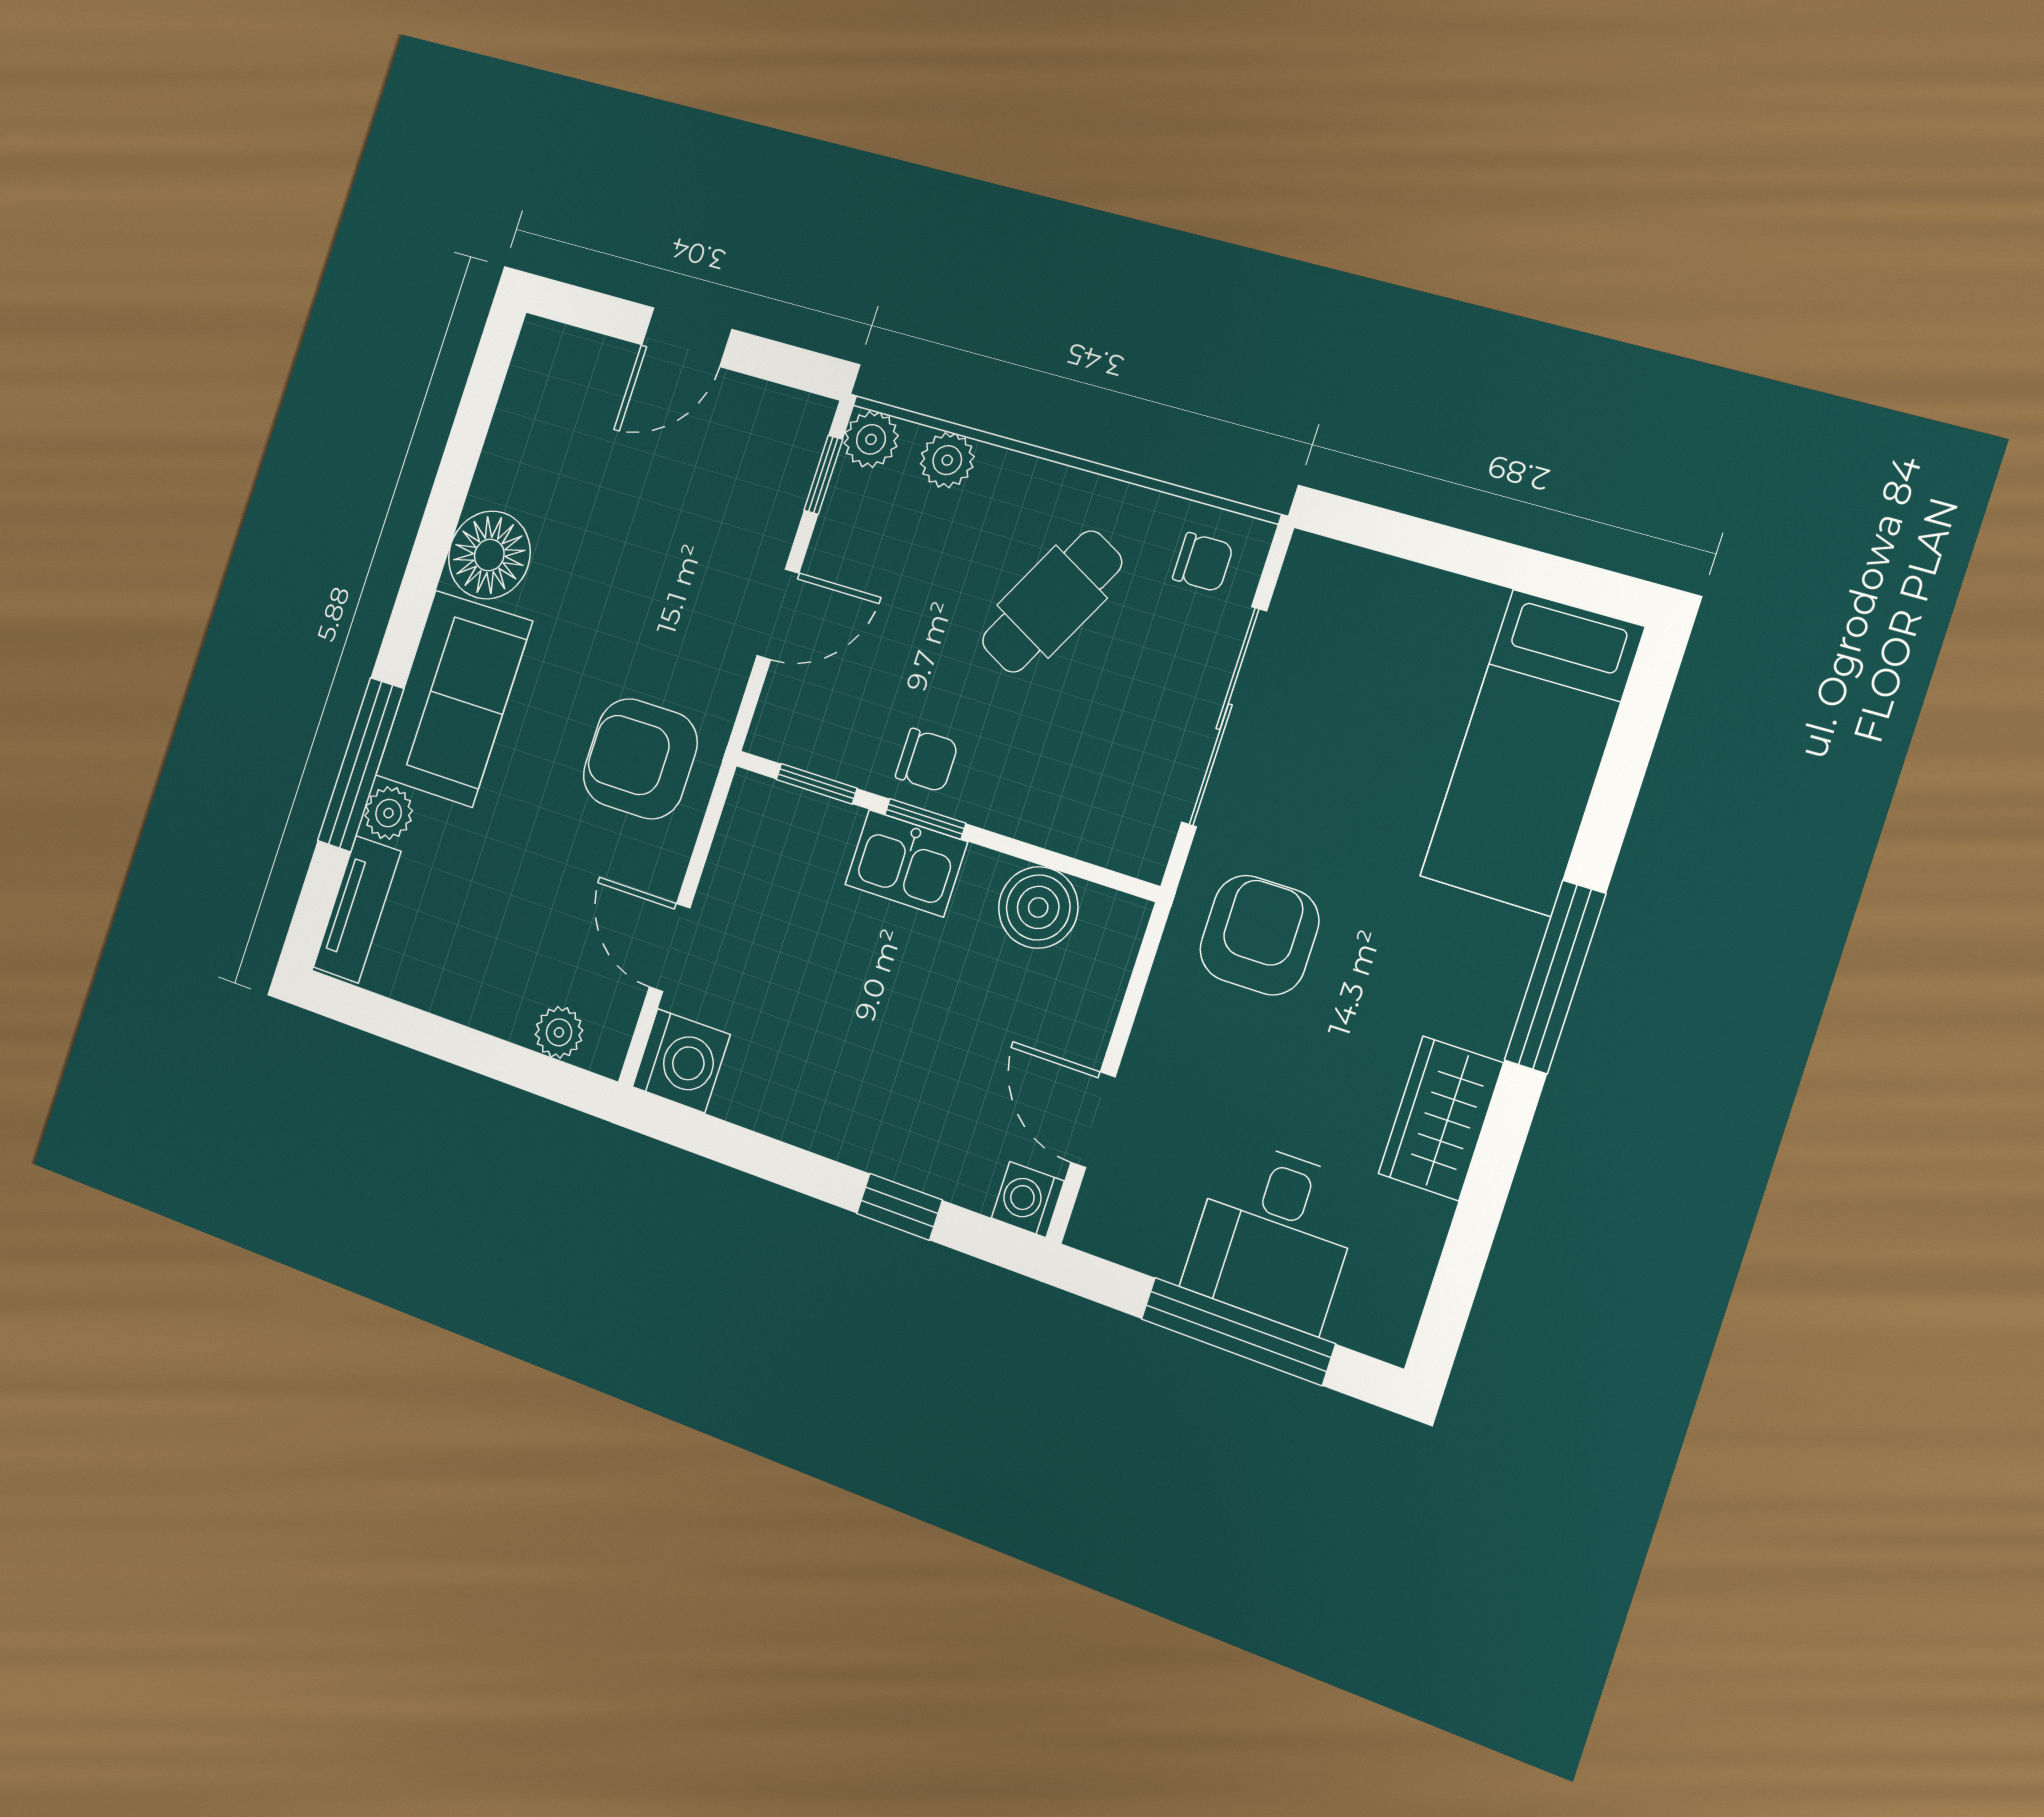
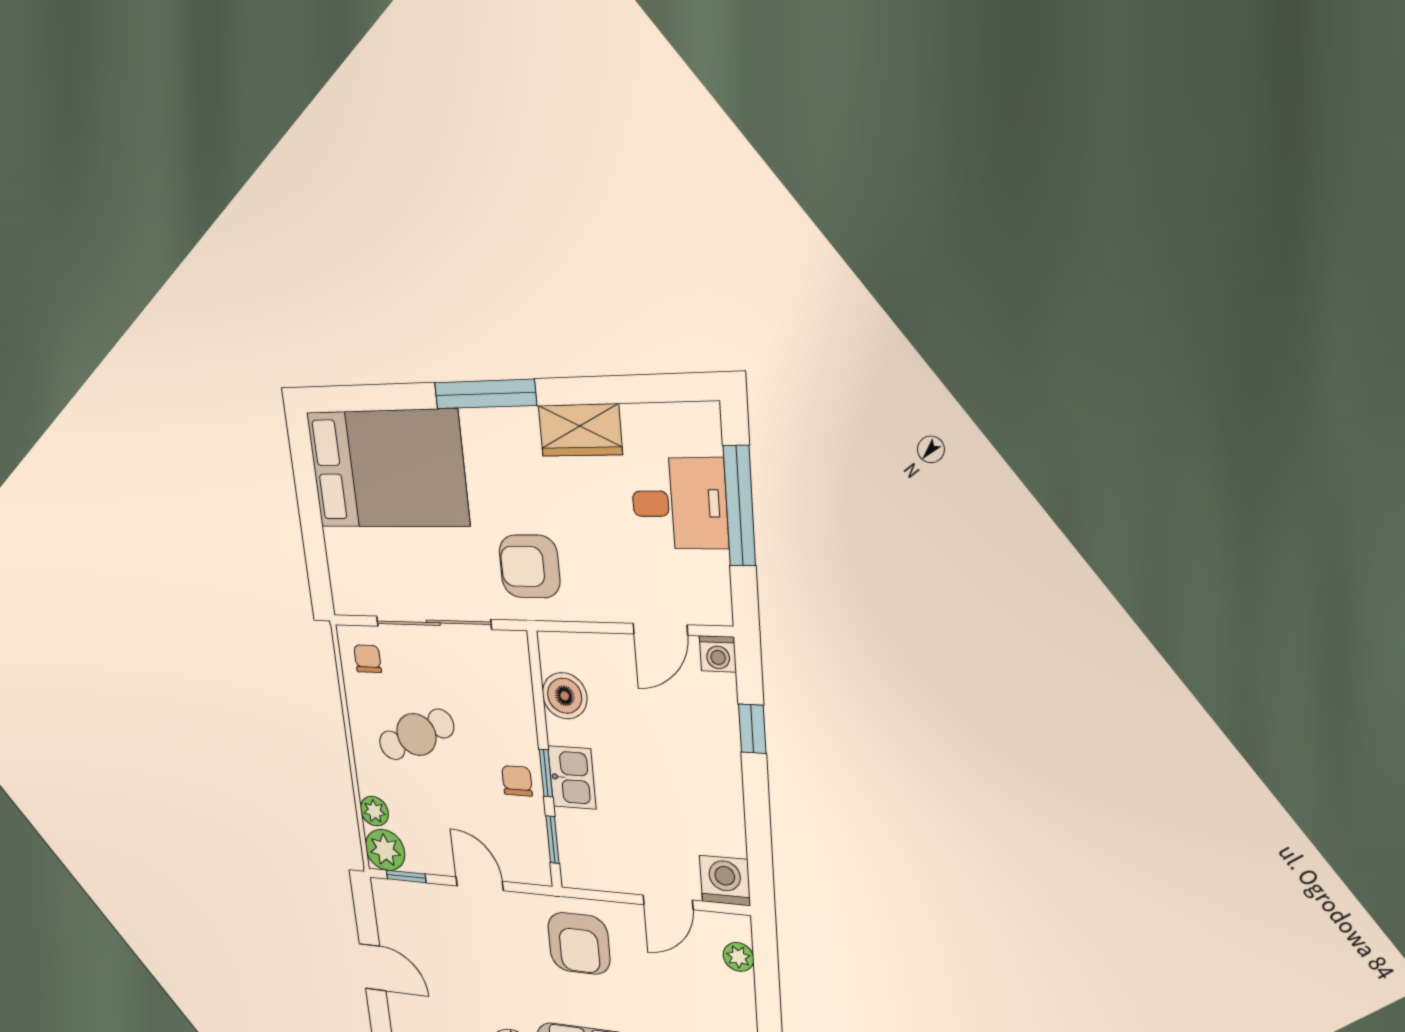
plant: (871, 439) -> (385, 850), width x1.38, depth x1.38
cafe table: (1052, 602) -> (416, 735), turned -52
bed: (1532, 752) -> (388, 469), width x1.50

